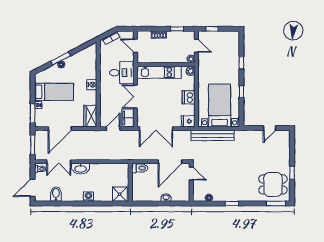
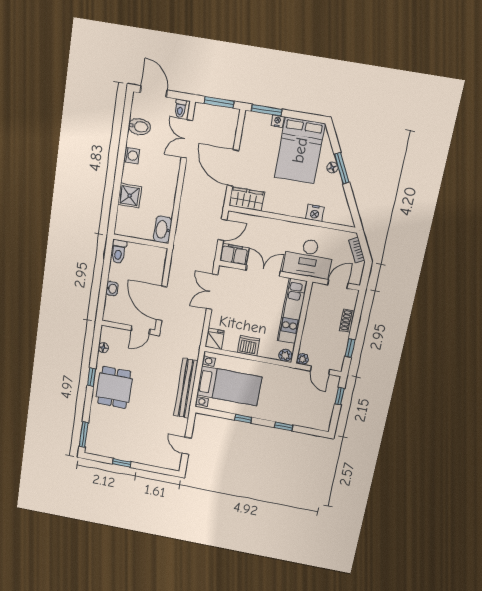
door: (196, 46) -> (320, 370), hinge flipped
desk: (122, 73) -> (308, 258), width x1.37
nightstand: (92, 85) -> (315, 213), moved
bed: (54, 92) -> (300, 150), width x1.50
door: (60, 129) -> (233, 168), moved
door: (113, 129) -> (222, 230), hinge flipped
double door: (156, 129) -> (212, 292), width x0.73
bench: (213, 135) -> (186, 388), moved
toilet: (140, 168) -> (118, 251), moved
washbasin: (81, 169) -> (163, 230), moved
dining table: (273, 184) -> (114, 388), moved
shower: (120, 194) -> (130, 196), moved
washing machine: (88, 197) -> (132, 156), moved

